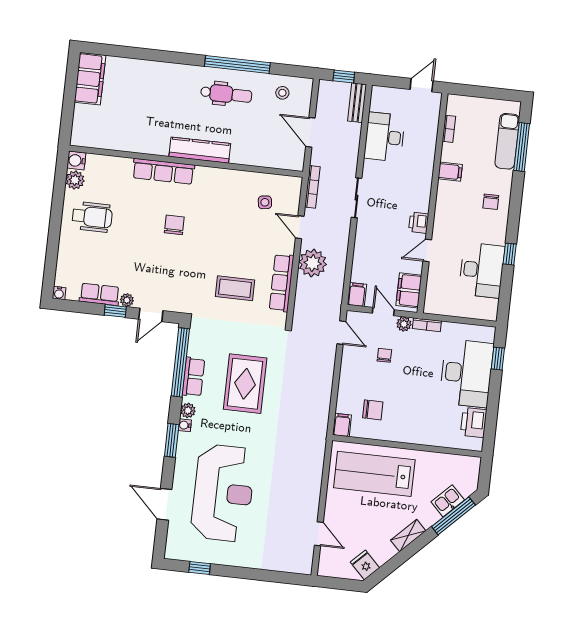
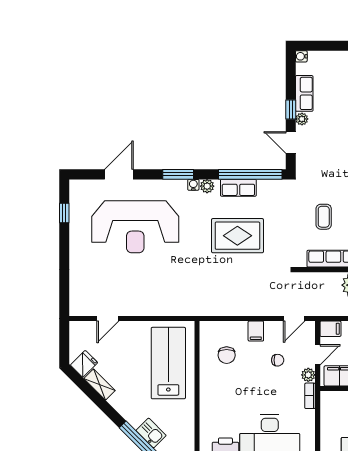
coffee table: (235, 288) -> (324, 217), width x0.73, depth x0.77
filing cabinet: (342, 425) -> (256, 331), moved, turned 90
shelving: (408, 536) -> (100, 385), moved

